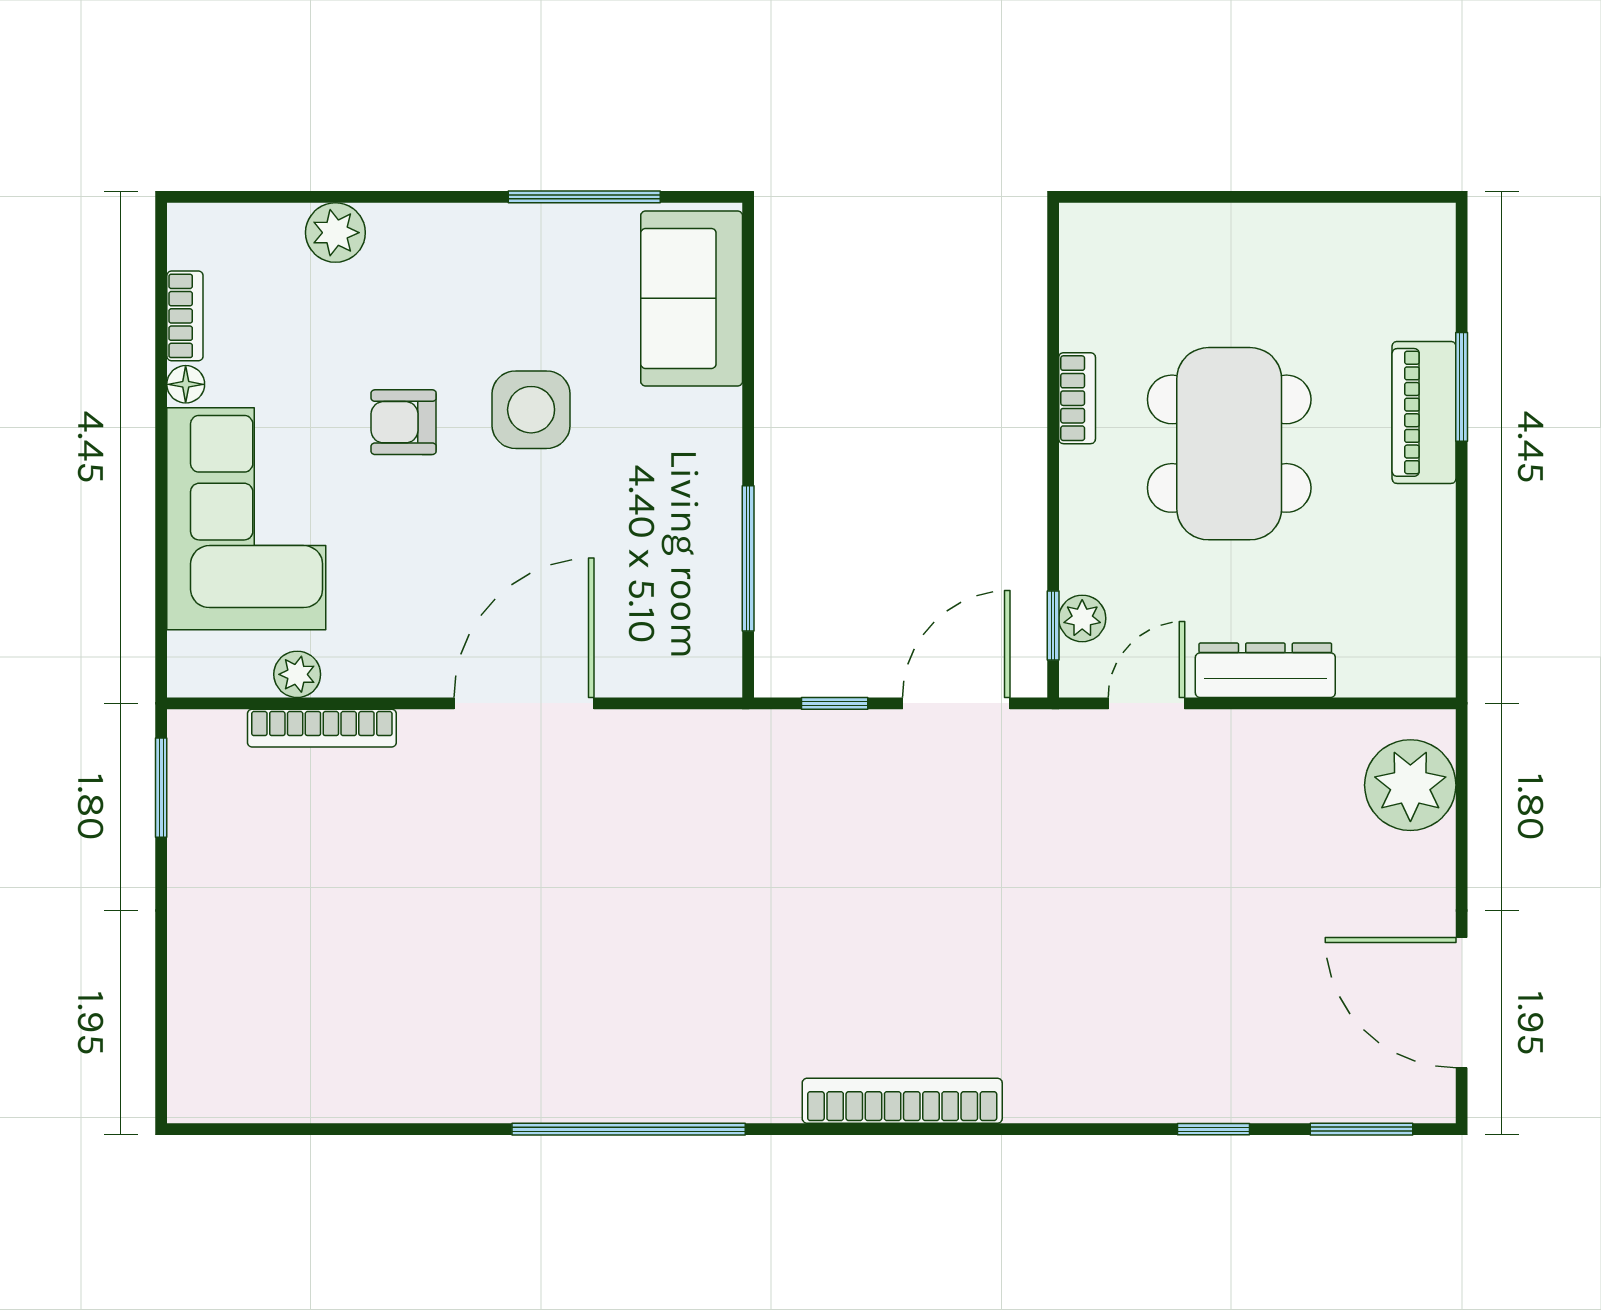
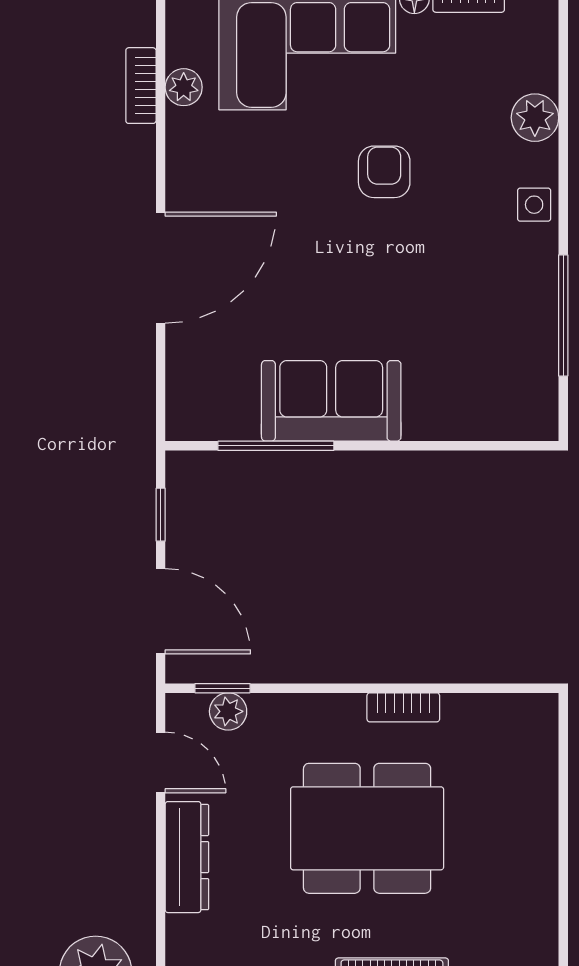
sofa: (692, 298) -> (331, 401), moved
side table: (531, 410) -> (534, 205), moved, width x0.54, depth x0.54
door: (524, 703) -> (161, 268), hinge flipped
bookcase: (322, 728) -> (141, 86), width x0.64

